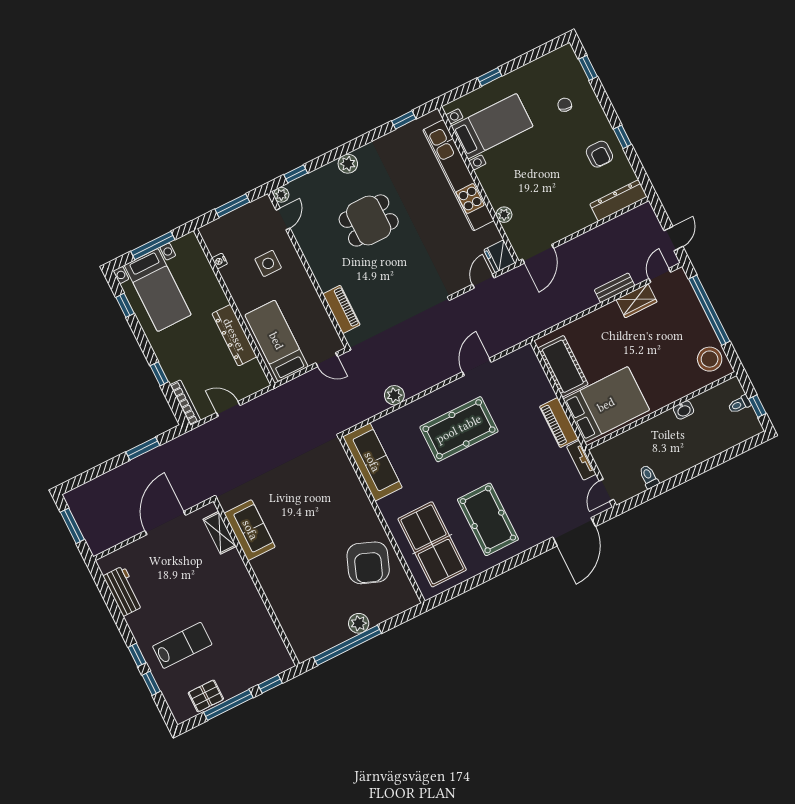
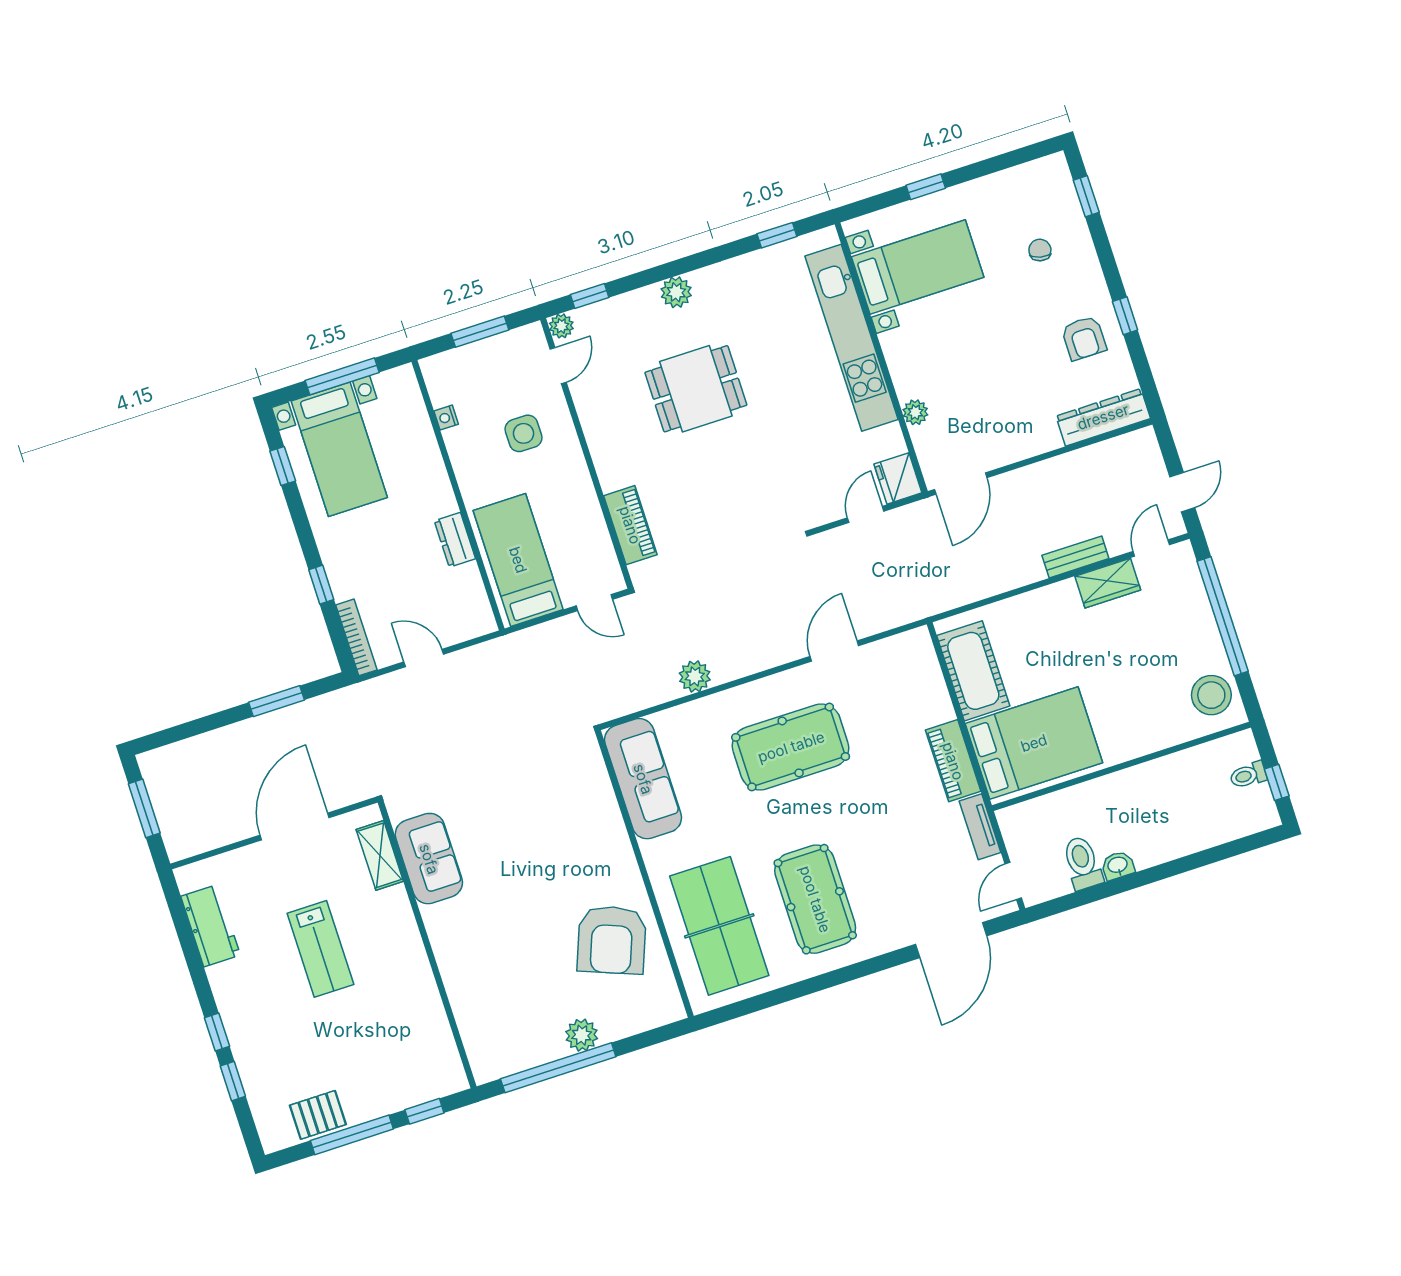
dresser: (234, 335) -> (455, 540), width x0.51, depth x0.80
washbasin: (684, 410) -> (1118, 865), moved, turned 180
toilet: (649, 477) -> (1082, 863), width x1.37, depth x1.39
lab bench: (182, 645) -> (320, 949), moved, turned 90

